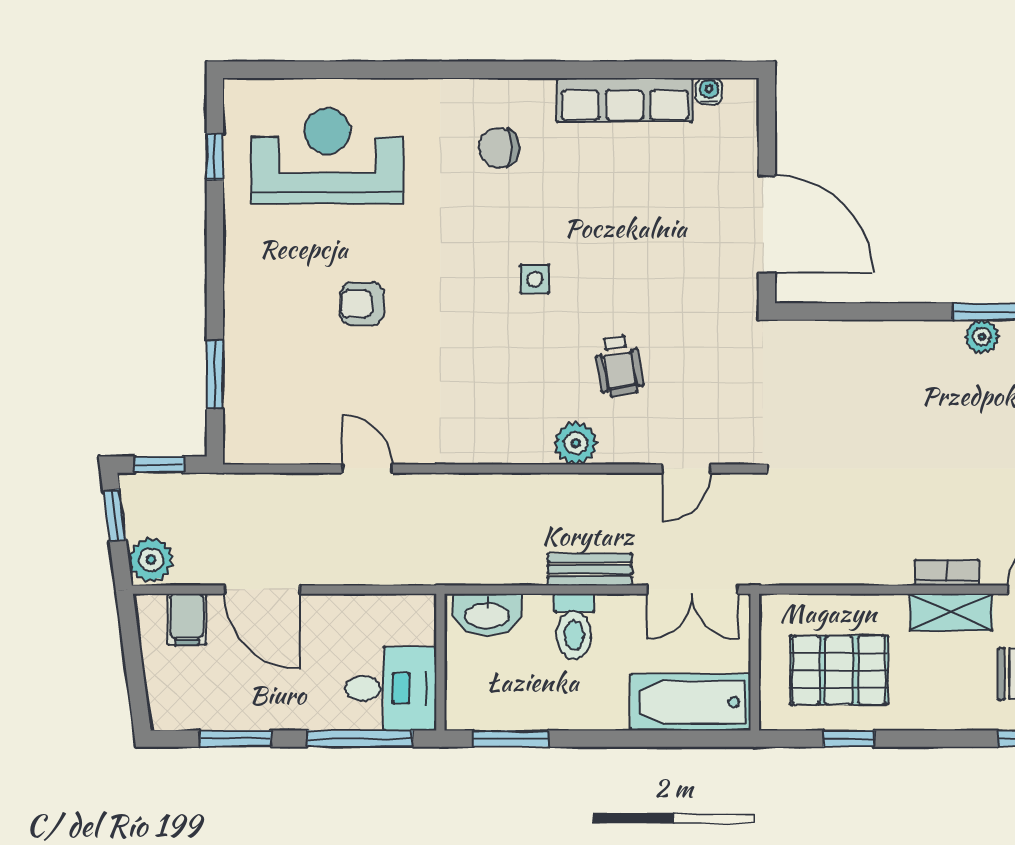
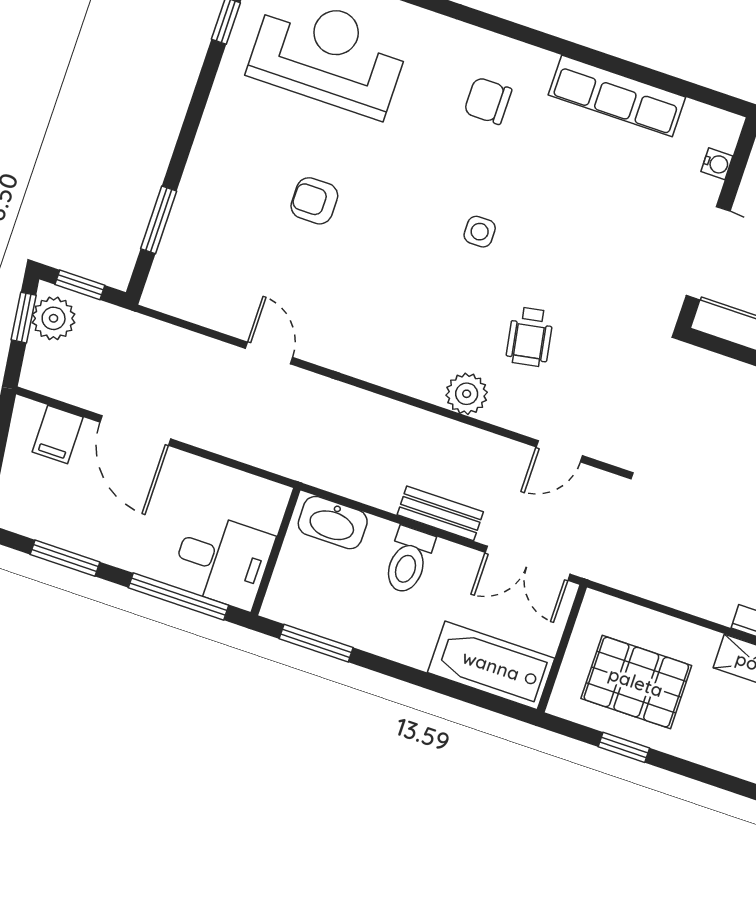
water cooler: (709, 91) -> (717, 164), moved, turned 90
plant: (151, 560) -> (54, 318), moved

